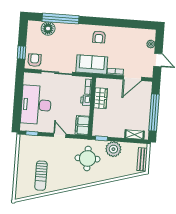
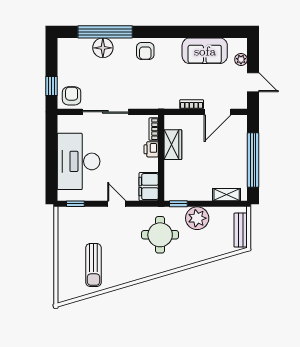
floor lamp: (48, 29) -> (103, 48), moved
armchair: (99, 37) -> (145, 51), moved
sofa: (92, 64) -> (205, 51), moved, turned 180

